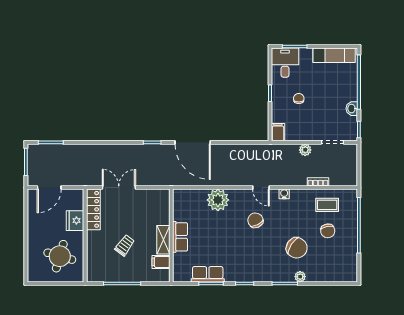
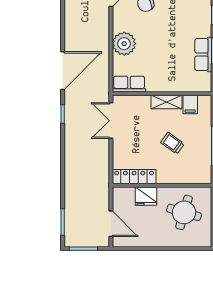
double door: (119, 188) -> (111, 121), moved
row of seats: (180, 237) -> (129, 84), moved

